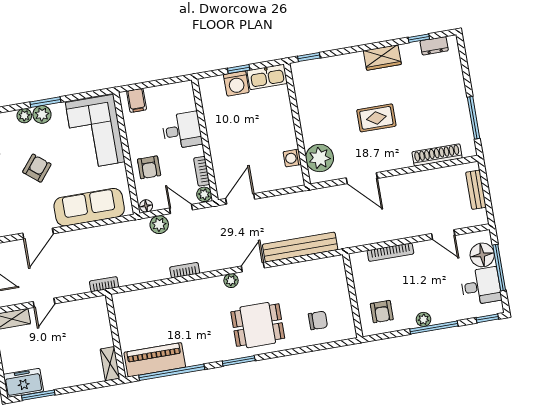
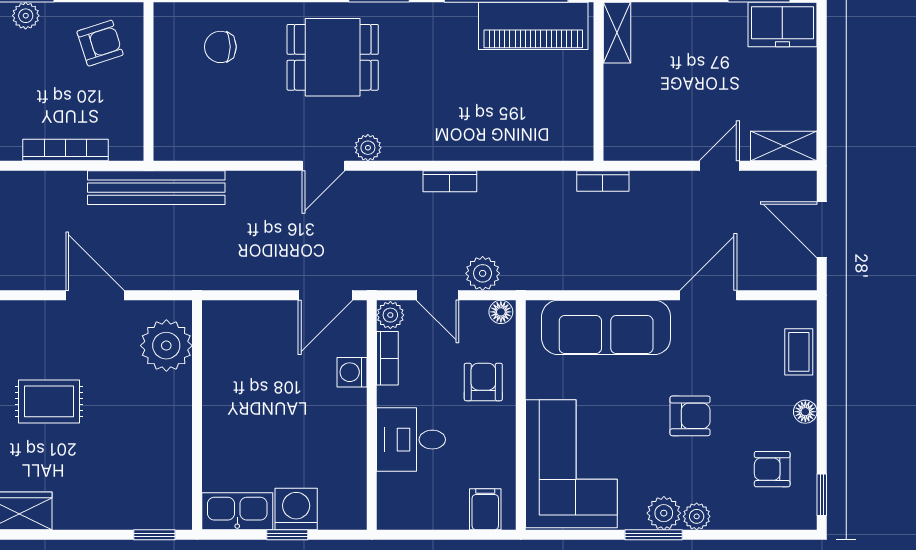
washing machine: (292, 158) -> (352, 372), moved, turned 180
armchair: (37, 168) -> (690, 416), turned -129
bench: (300, 247) -> (156, 188), moved
armchair: (382, 312) -> (100, 43), turned 72

